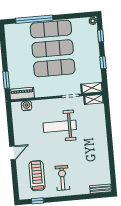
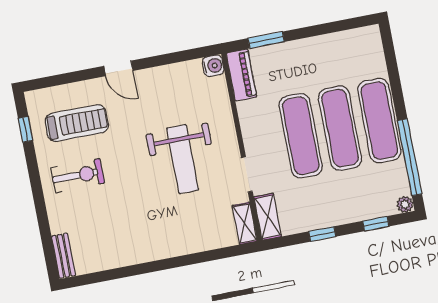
window: (34, 19) -> (410, 157), moved
water cooler: (27, 106) -> (213, 66), moved
weight bench: (60, 126) -> (183, 159), turned 180

